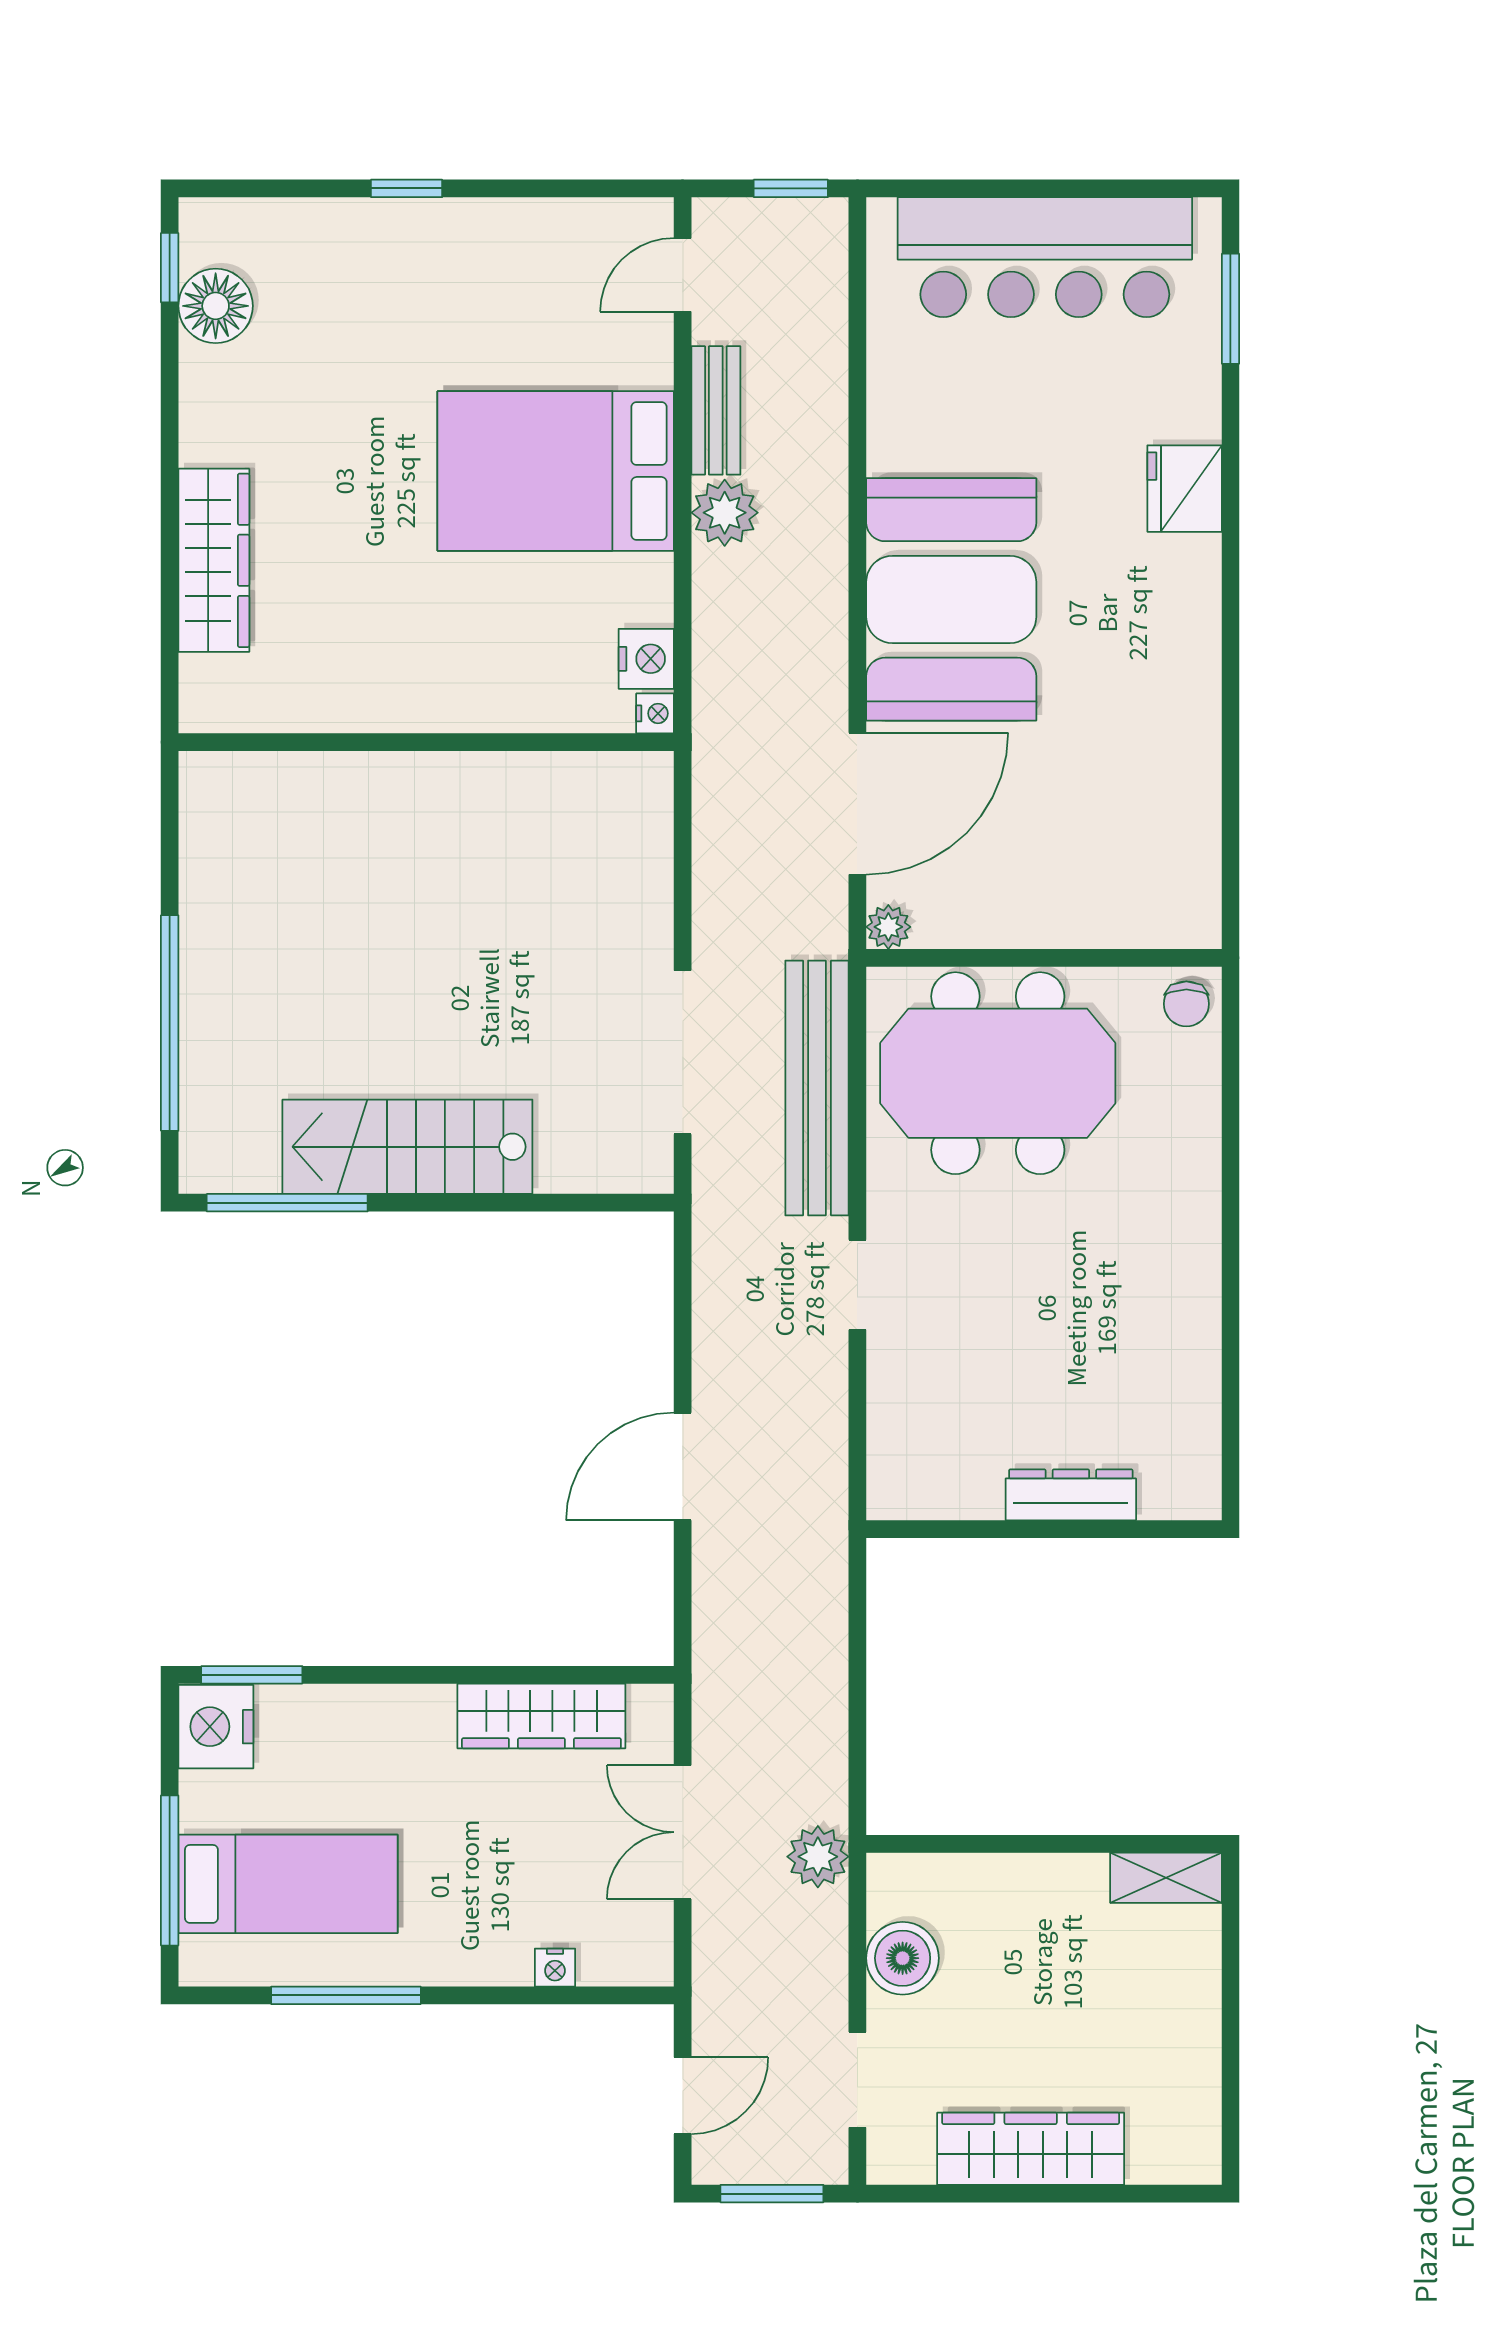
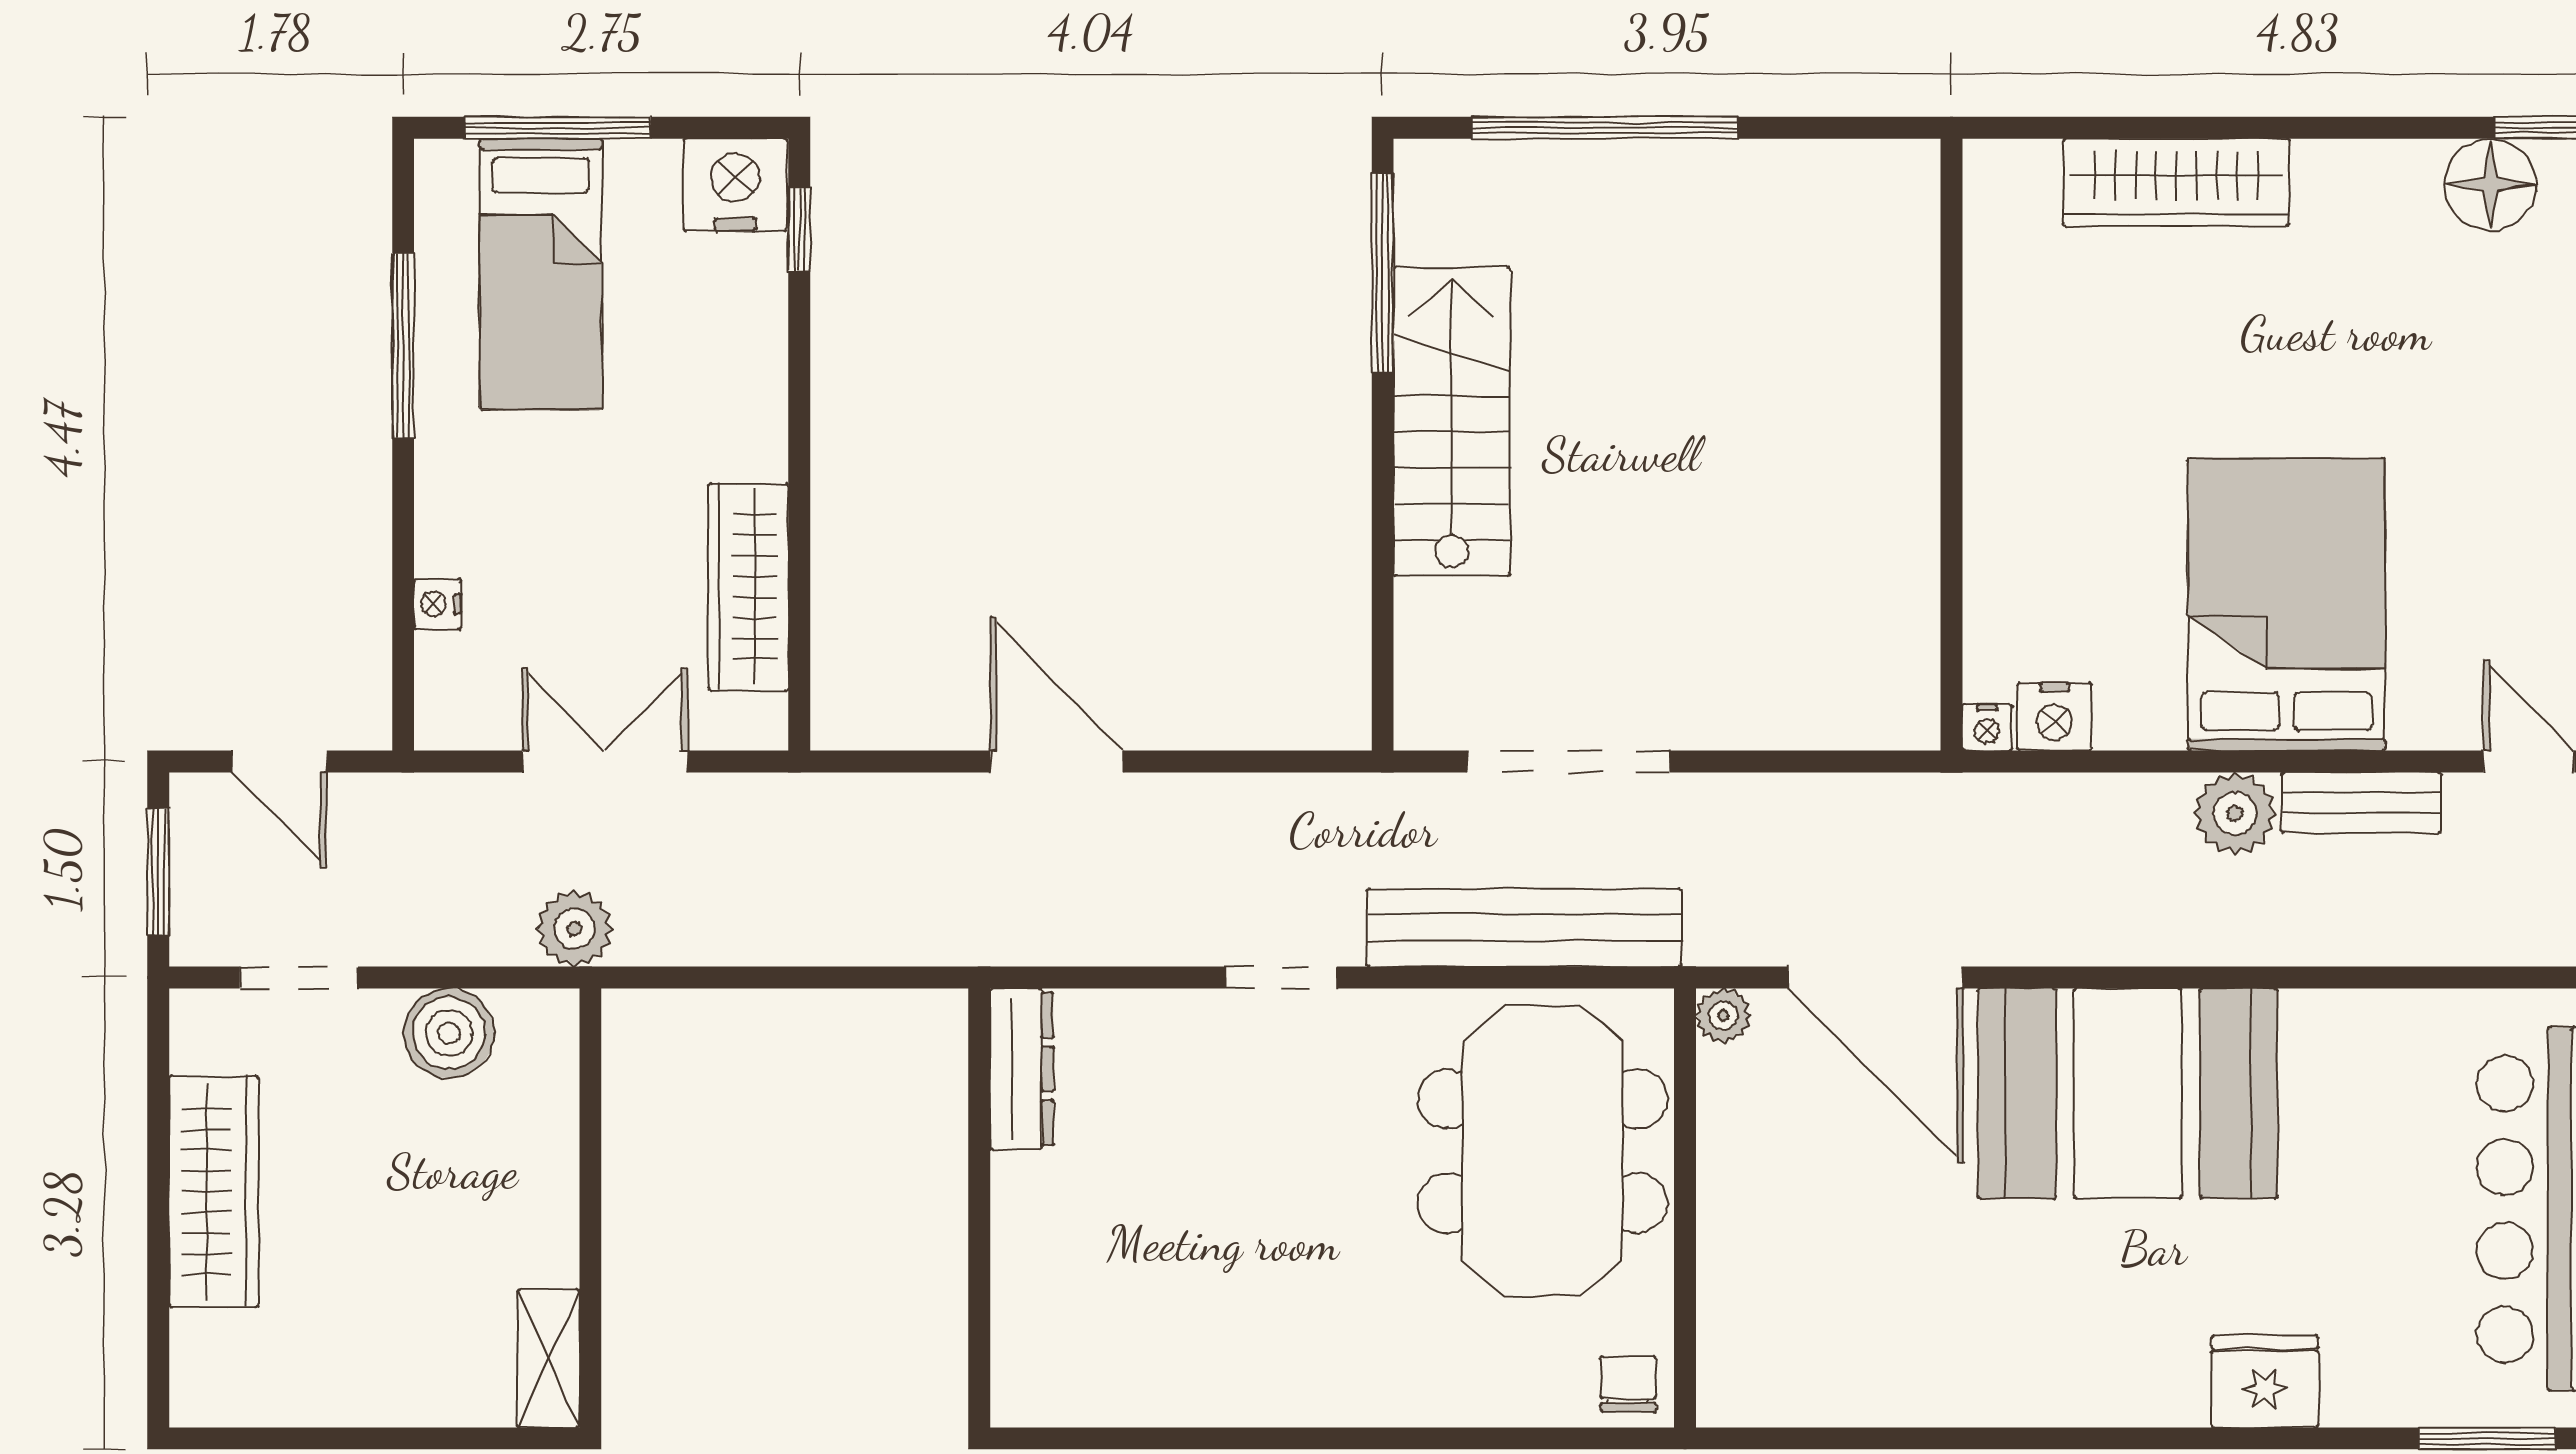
chair: (1186, 1004) -> (1628, 1384), turned 90
dresser: (1071, 1495) -> (1022, 1069), moved
window: (252, 1675) -> (799, 229), width x0.67

